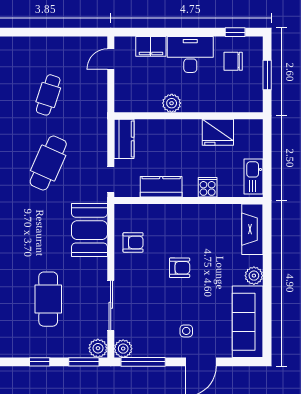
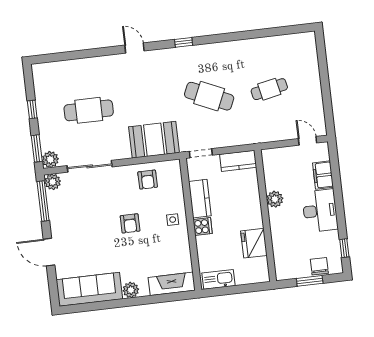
chair: (233, 61) -> (319, 266), moved
cafe table: (48, 95) -> (269, 89), turned -30
cooker: (208, 187) -> (203, 226), moved
side table: (186, 331) -> (173, 220), moved

